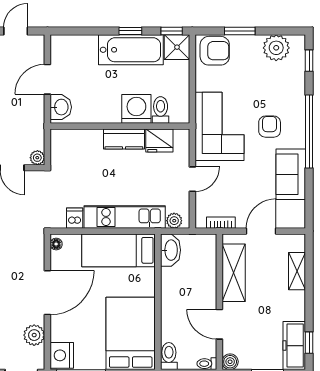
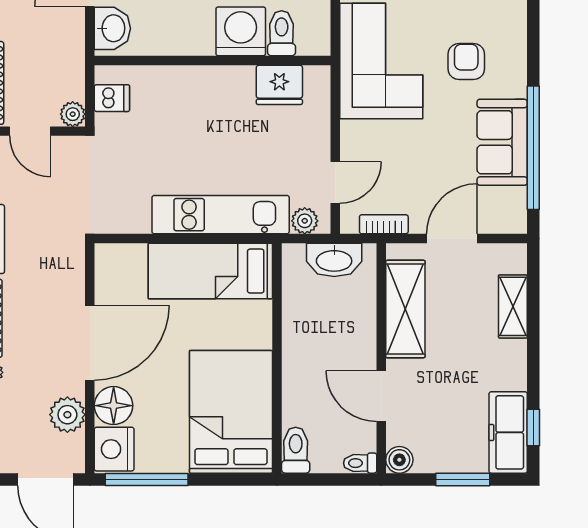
window: (309, 132) -> (533, 148), moved
kitchen counter: (124, 139) -> (220, 82), removed
door: (192, 179) -> (335, 182), moved
dishwasher: (75, 218) -> (112, 98), moved, turned 90
floor lamp: (56, 244) -> (114, 406), moved, width x1.89, depth x1.89
washbasin: (170, 250) -> (334, 260), moved, turned 90

